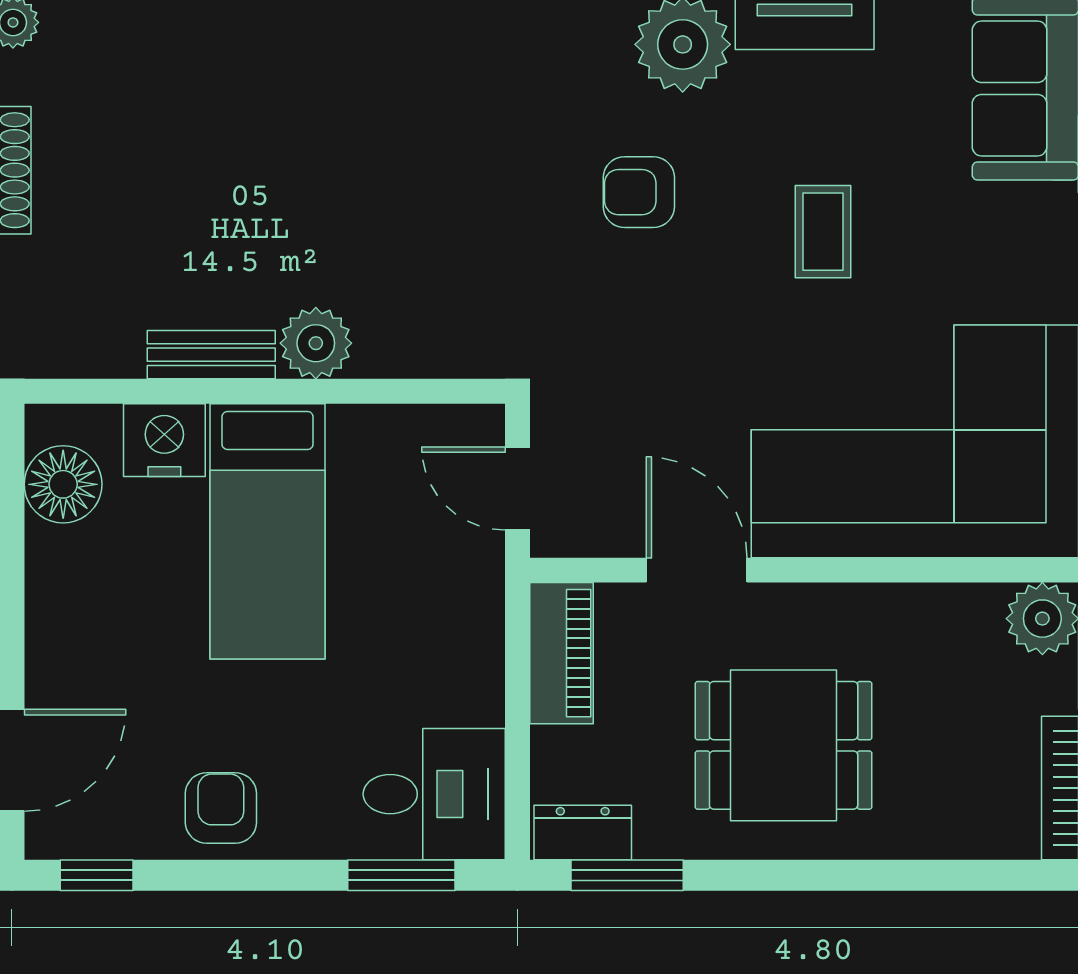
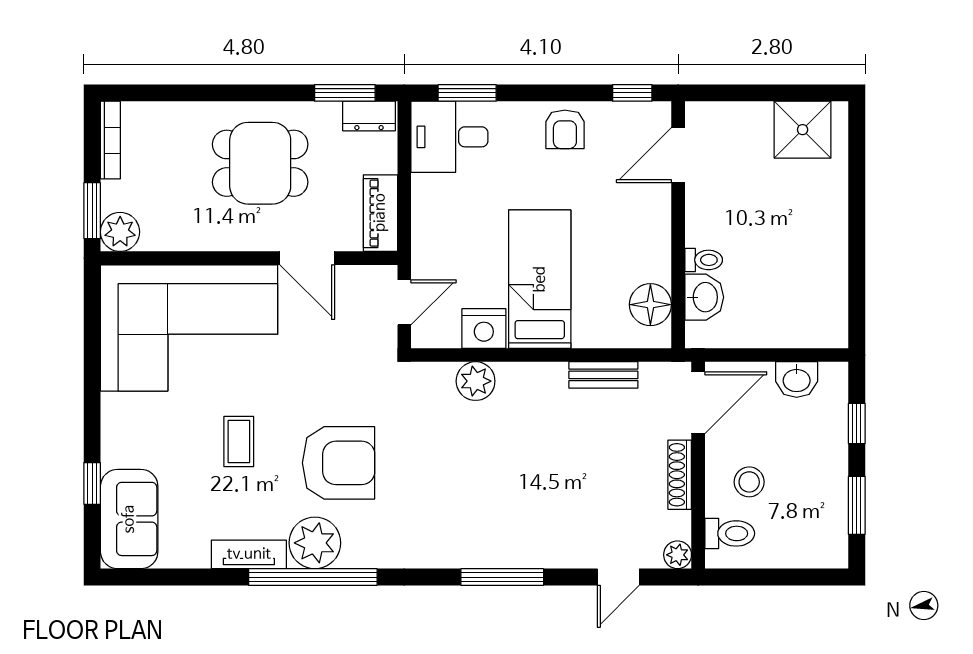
armchair: (639, 192) -> (339, 463), width x1.88, depth x1.88
plant: (316, 343) -> (476, 381), moved
bench: (211, 355) -> (603, 375), moved
nightstand: (164, 440) -> (484, 328), moved
door: (517, 489) -> (404, 302), hinge flipped

